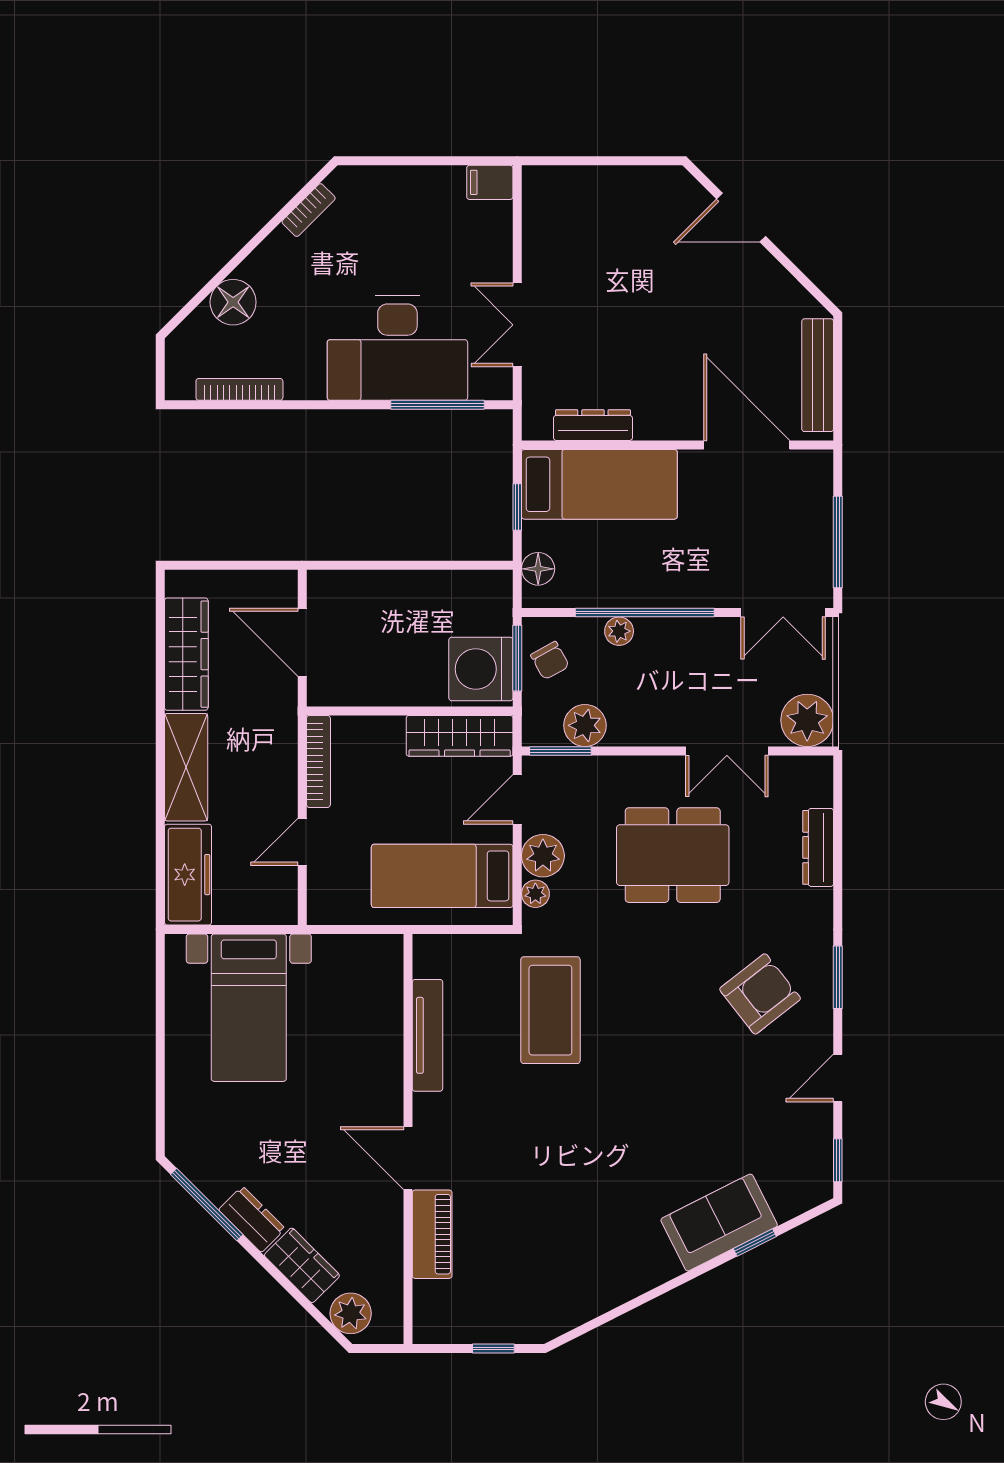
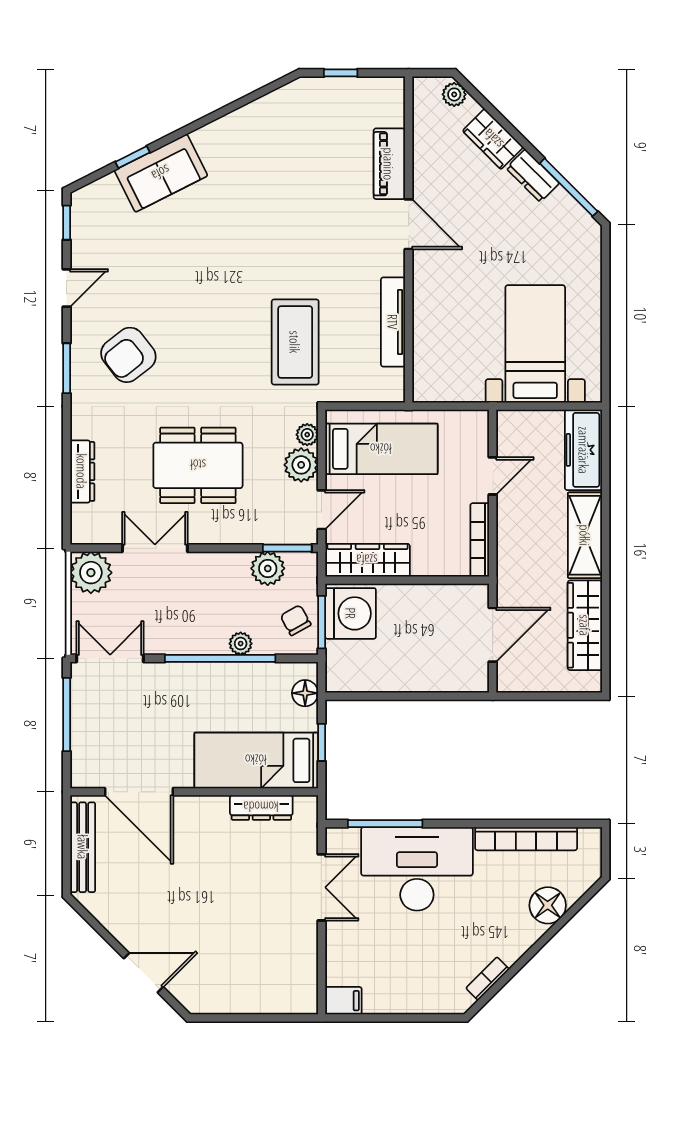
bookcase: (239, 389) -> (526, 839), width x1.48, depth x1.31
door: (302, 642) -> (493, 635), hinge flipped
plant: (351, 1313) -> (454, 94), width x0.73, depth x0.73

